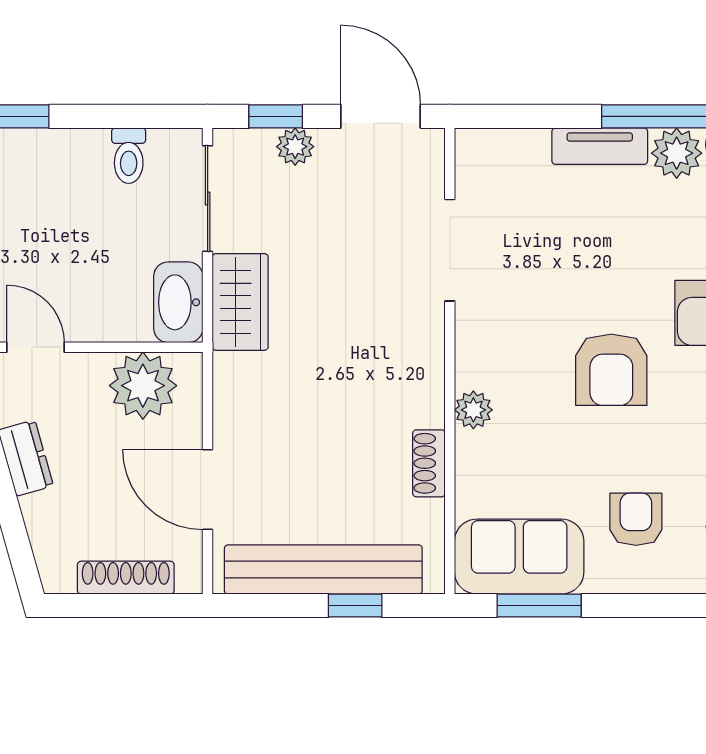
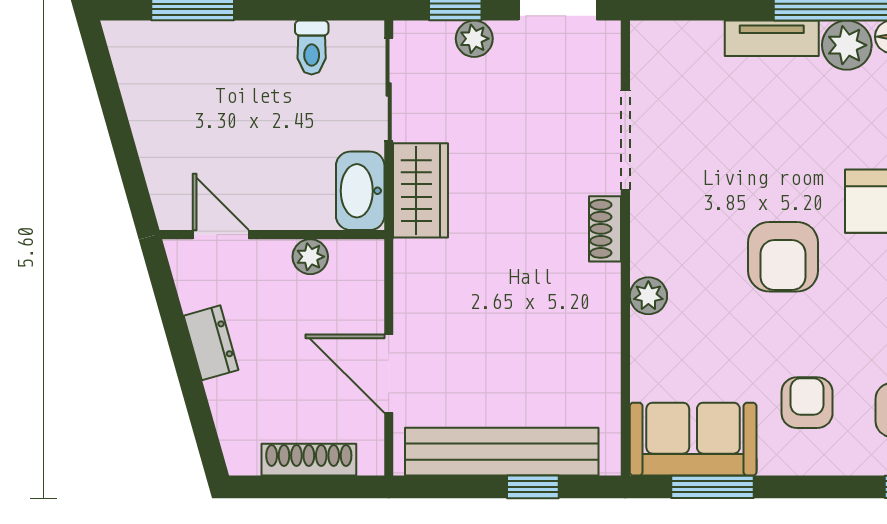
plant: (143, 386) -> (310, 257), width x0.53, depth x0.53
shoe rack: (429, 463) -> (605, 229), moved

